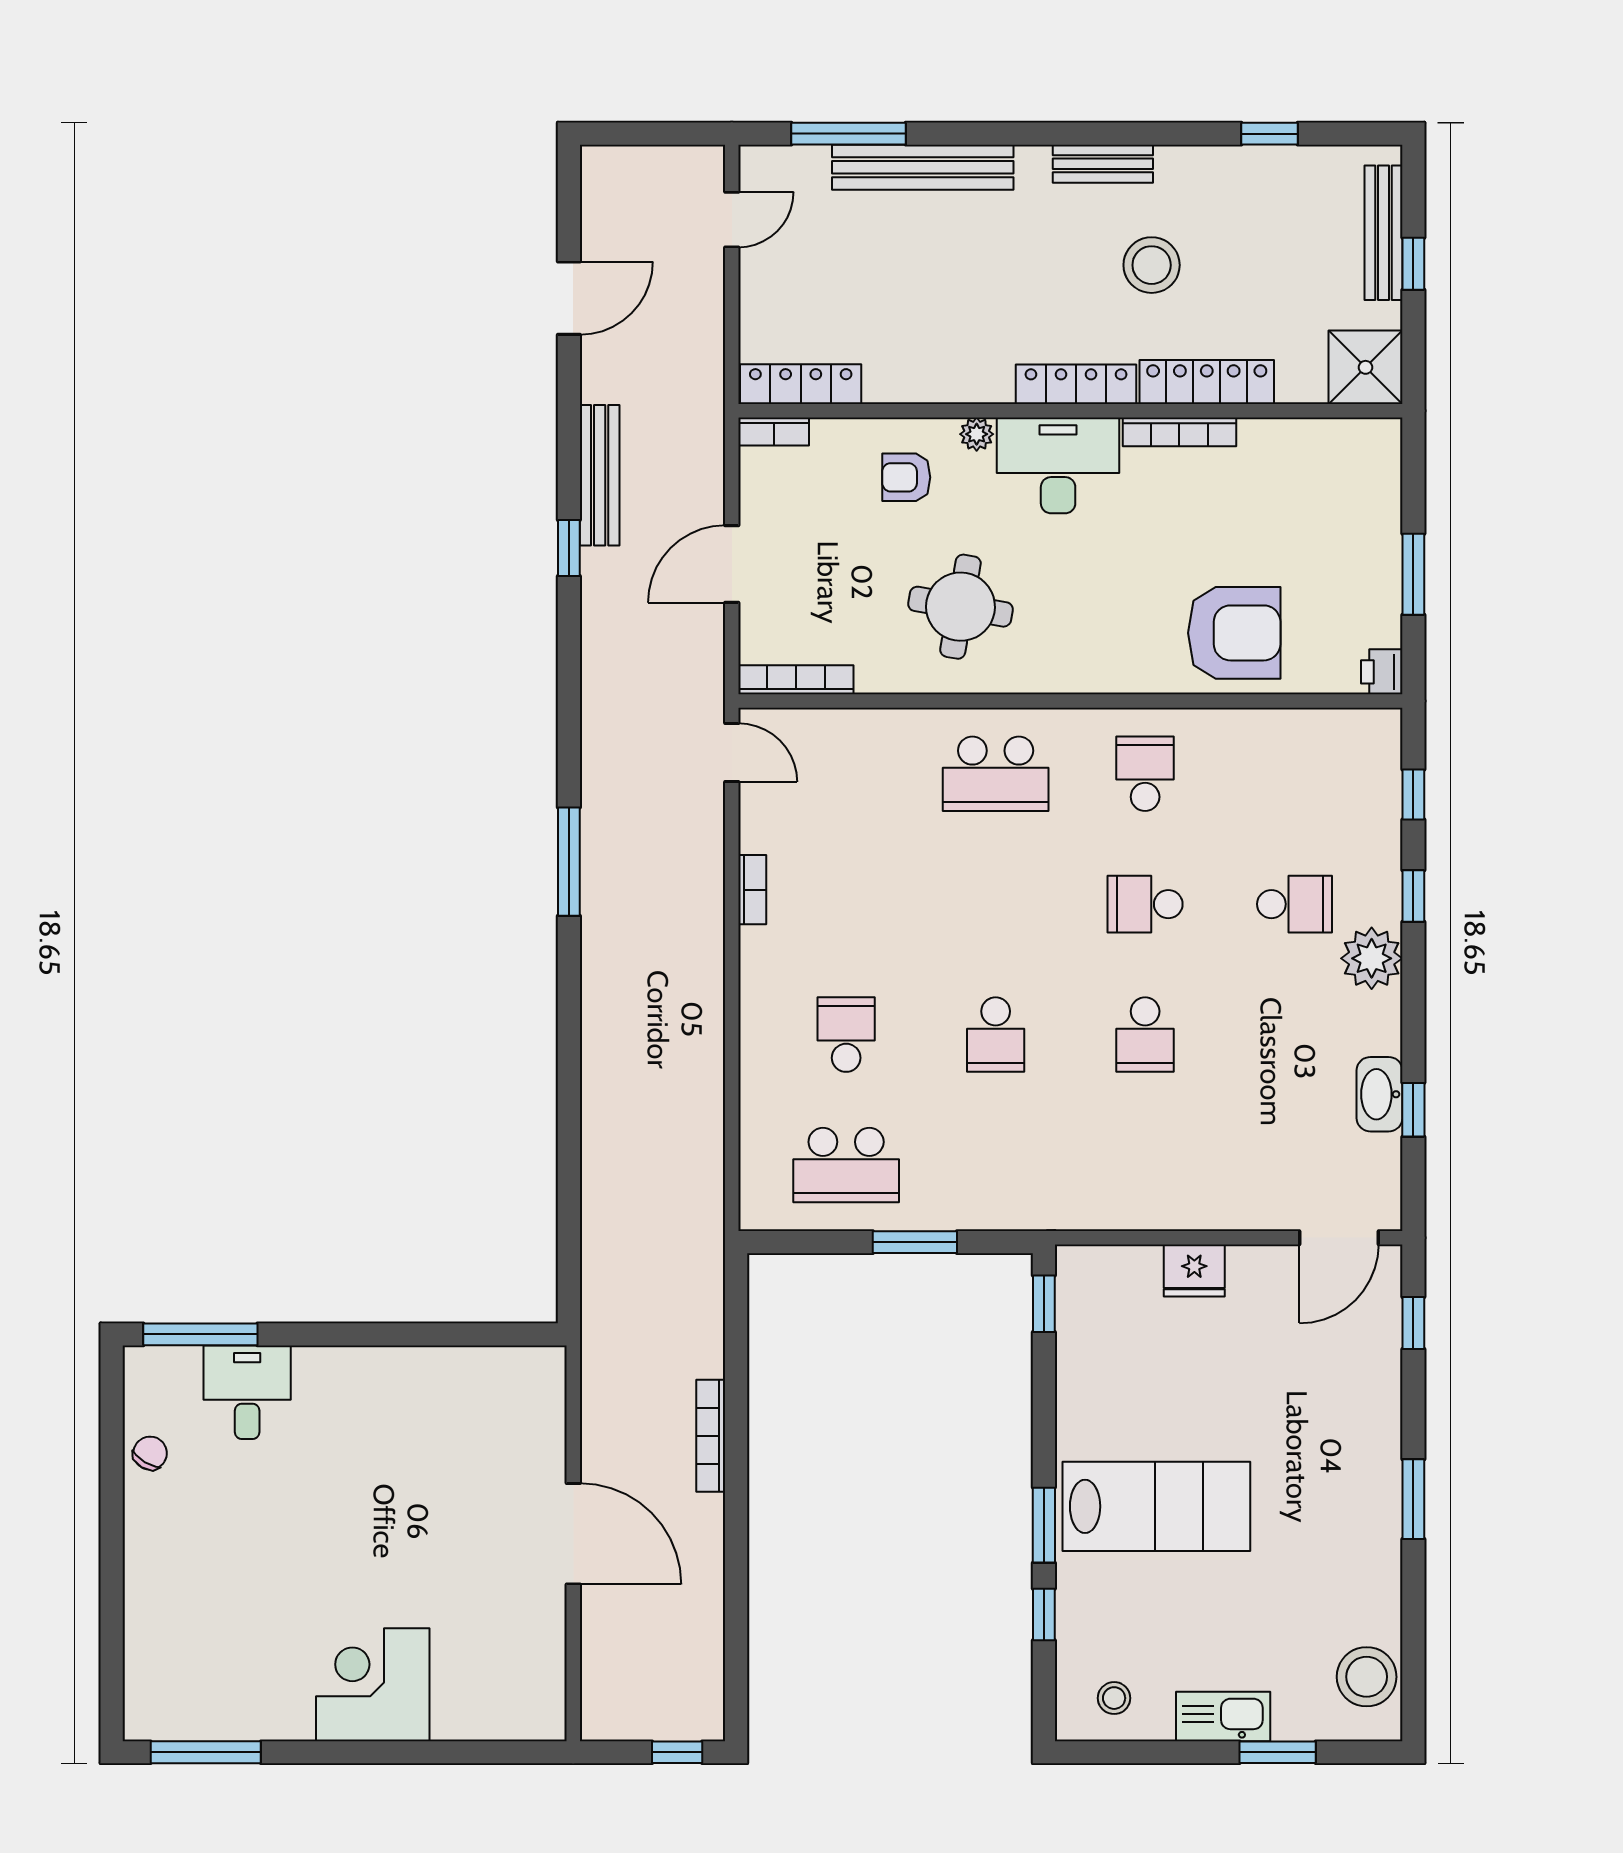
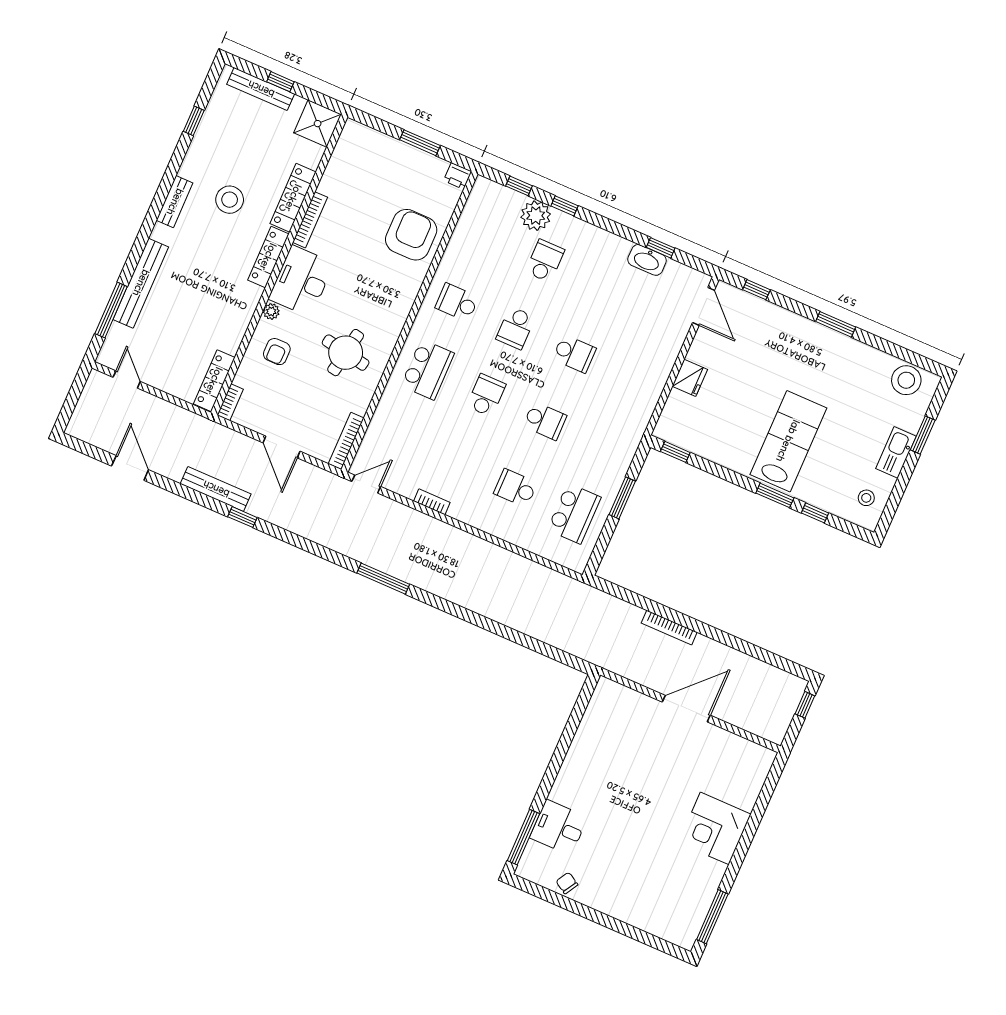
school desk: (996, 904) -> (486, 395), added
plant: (1372, 958) -> (536, 216), moved

